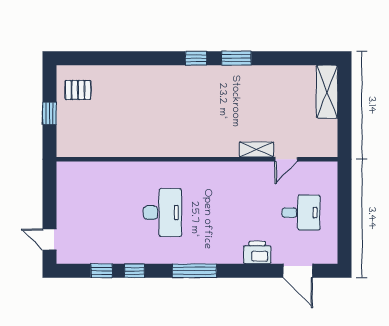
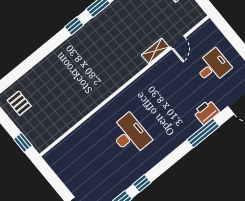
pallet: (78, 90) -> (19, 103), turned 90
window: (49, 113) -> (23, 142), moved
window: (194, 271) -> (203, 133), moved

